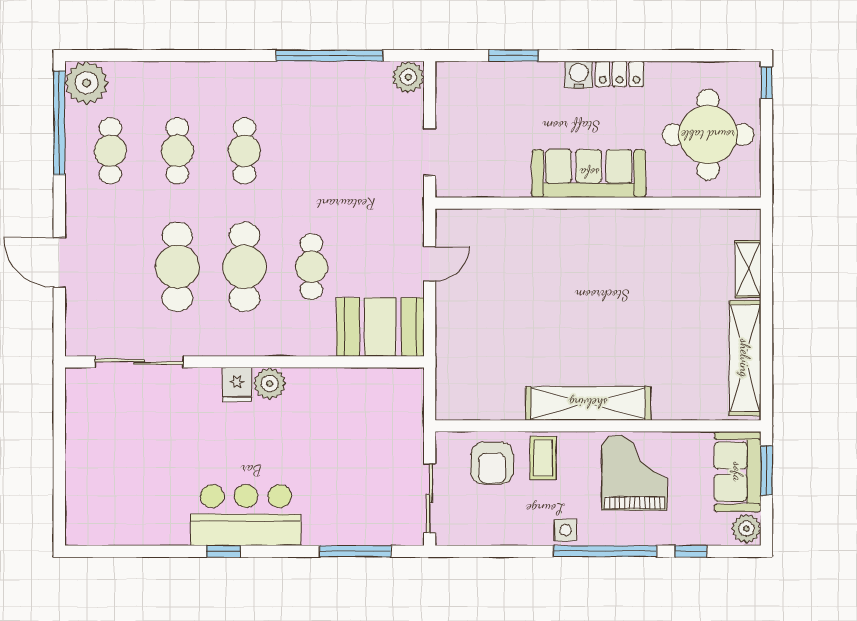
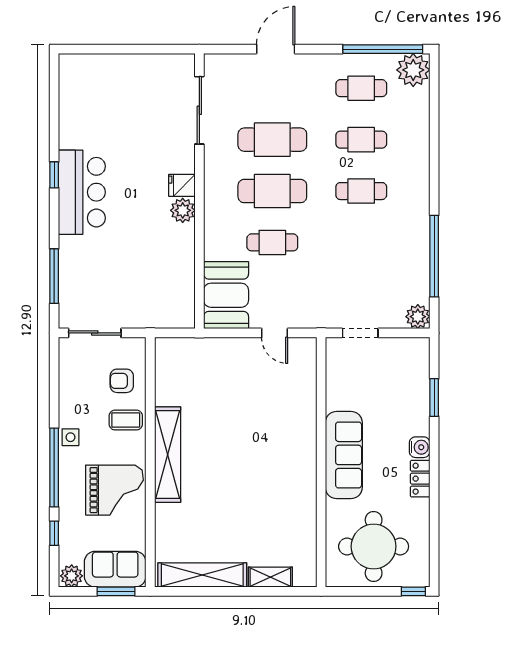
armchair: (492, 463) -> (122, 381), width x0.72, depth x0.72

